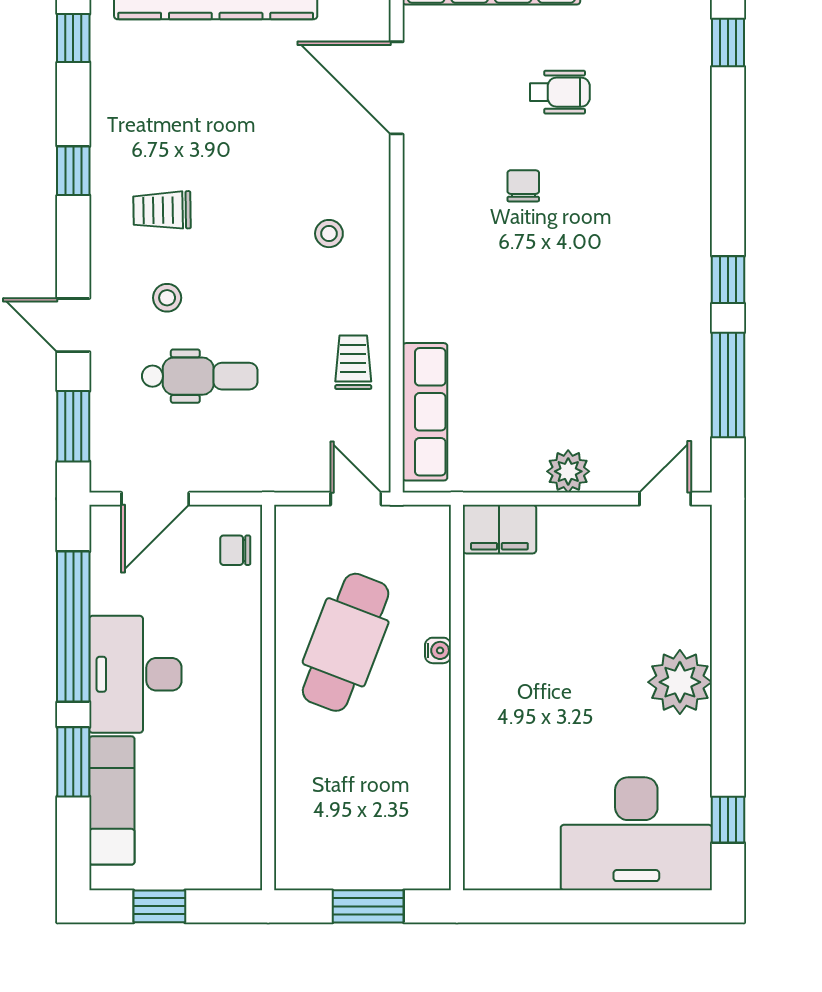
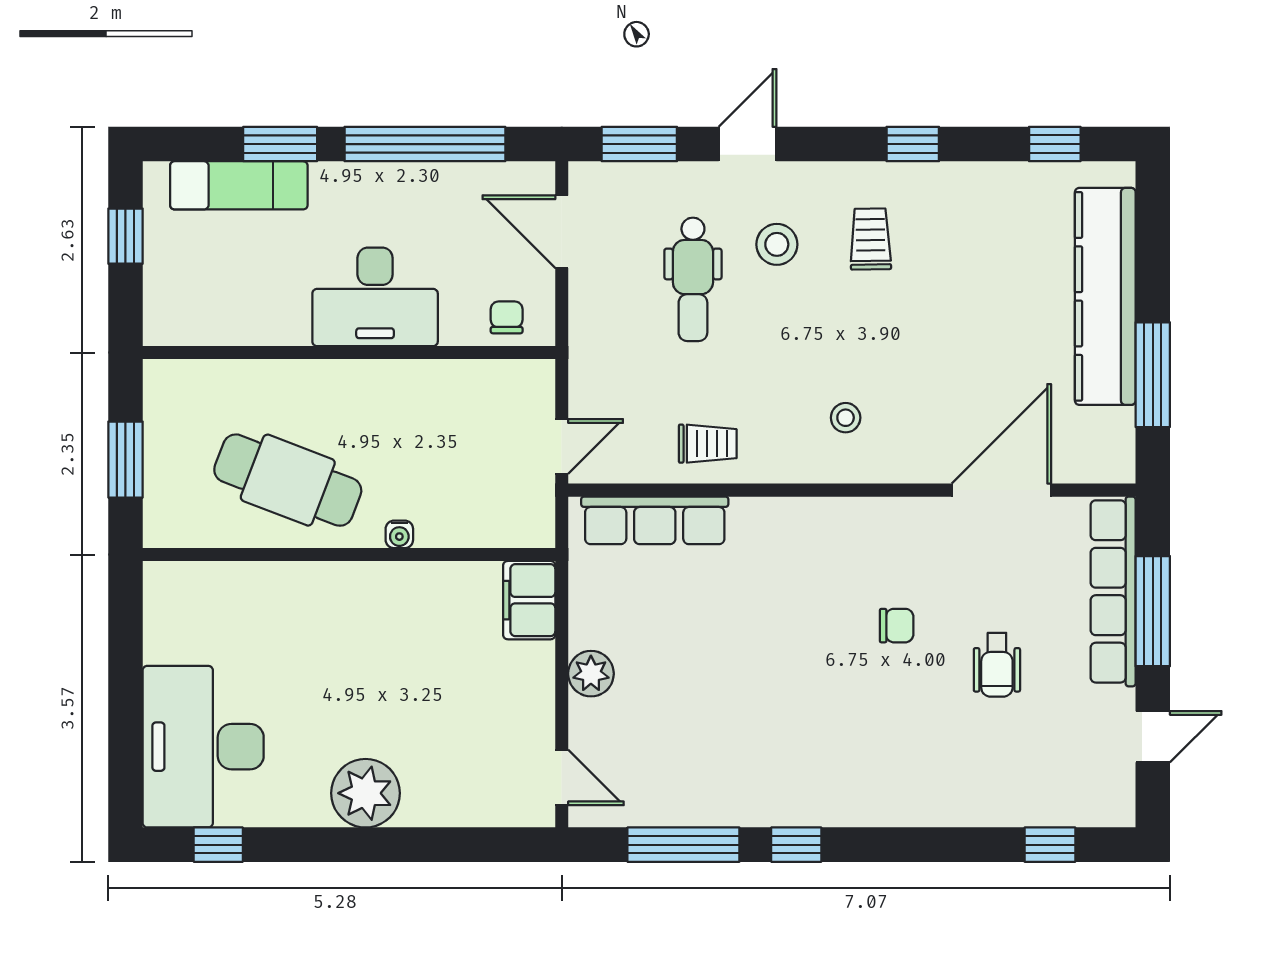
stool: (167, 298) -> (777, 244), width x1.37, depth x1.37
cafe table: (346, 642) -> (288, 480), moved
desk: (135, 674) -> (375, 297), moved, turned 180

